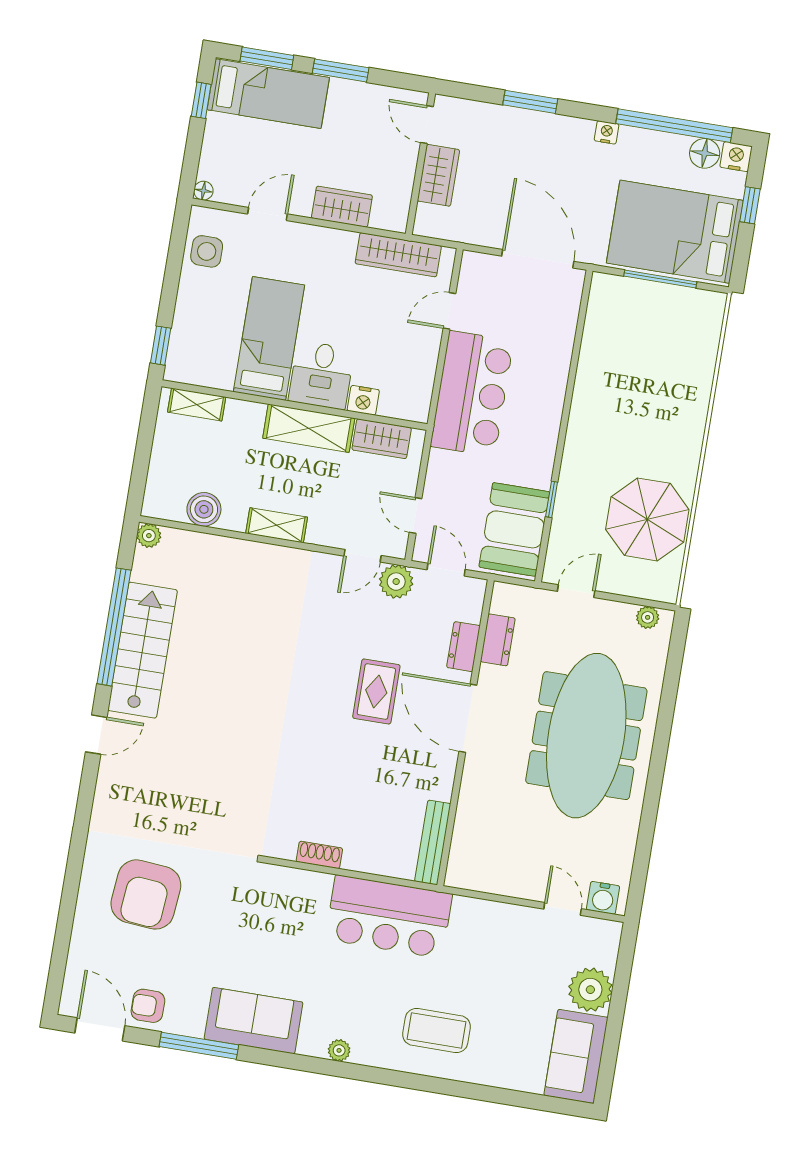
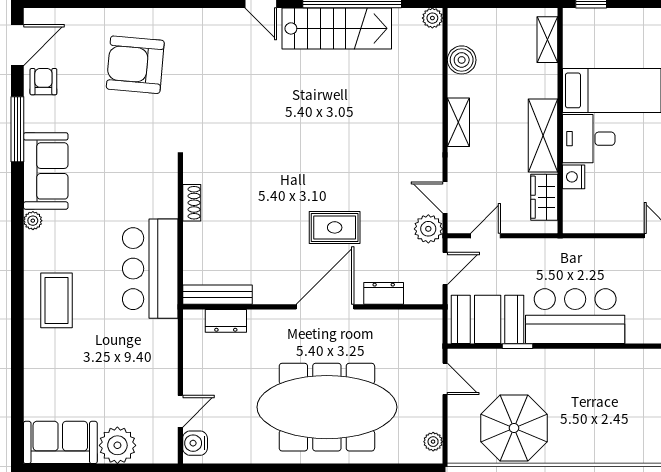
bar counter: (472, 394) -> (575, 316), moved, turned 180
dresser: (498, 640) -> (226, 321), moved
coffee table: (437, 1031) -> (56, 300), moved
plant: (339, 1050) -> (33, 221), moved

